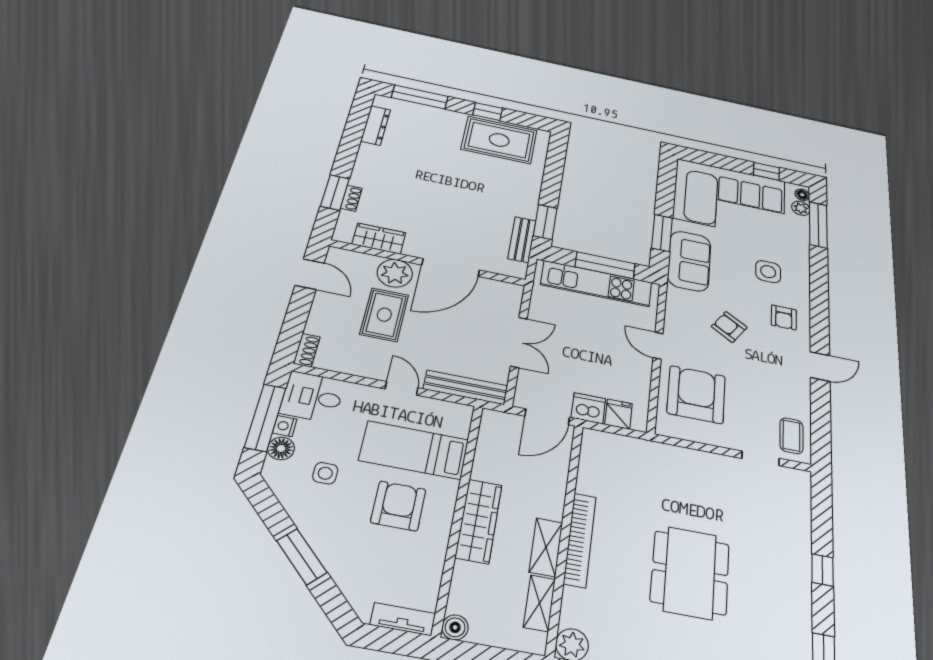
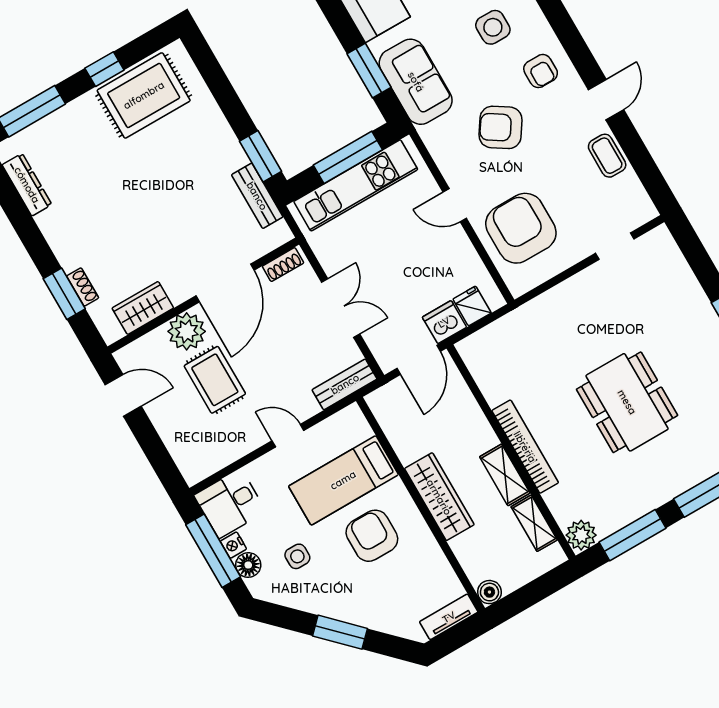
armchair: (729, 327) -> (501, 127), width x1.38, depth x1.38
shoe rack: (307, 350) -> (283, 265), moved, turned 90
bench: (466, 387) -> (345, 384), width x0.73
coffee table: (791, 436) -> (607, 156), moved

